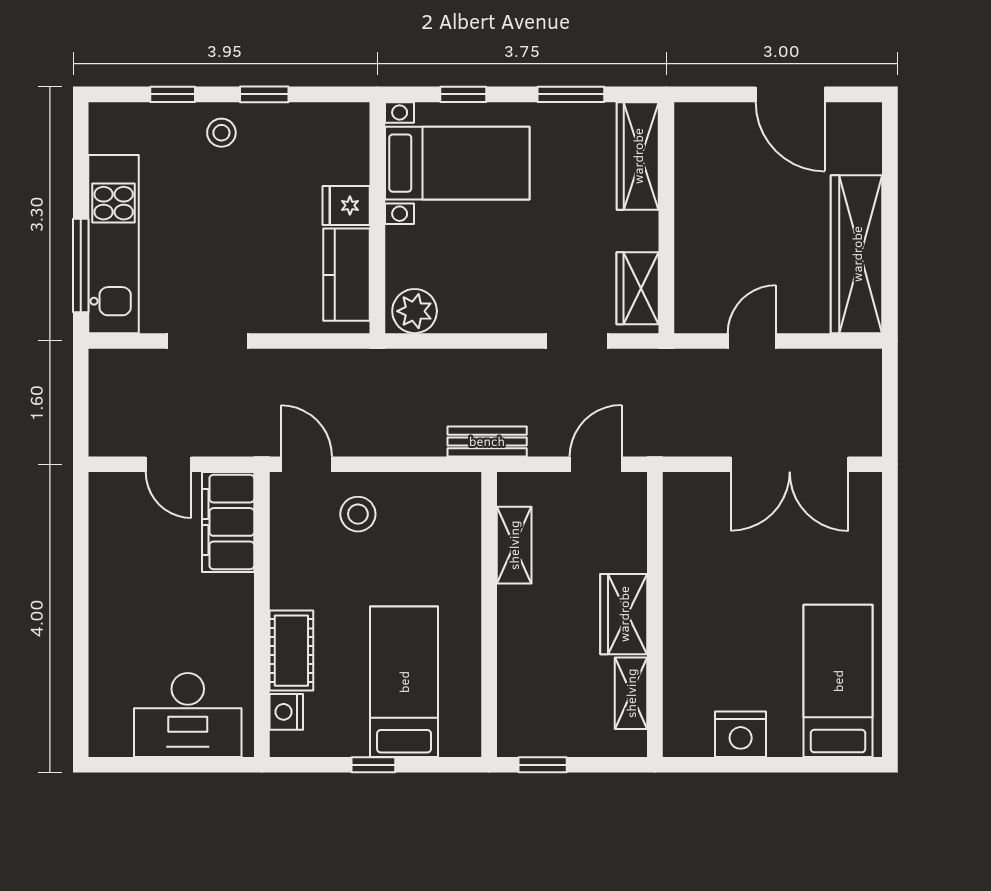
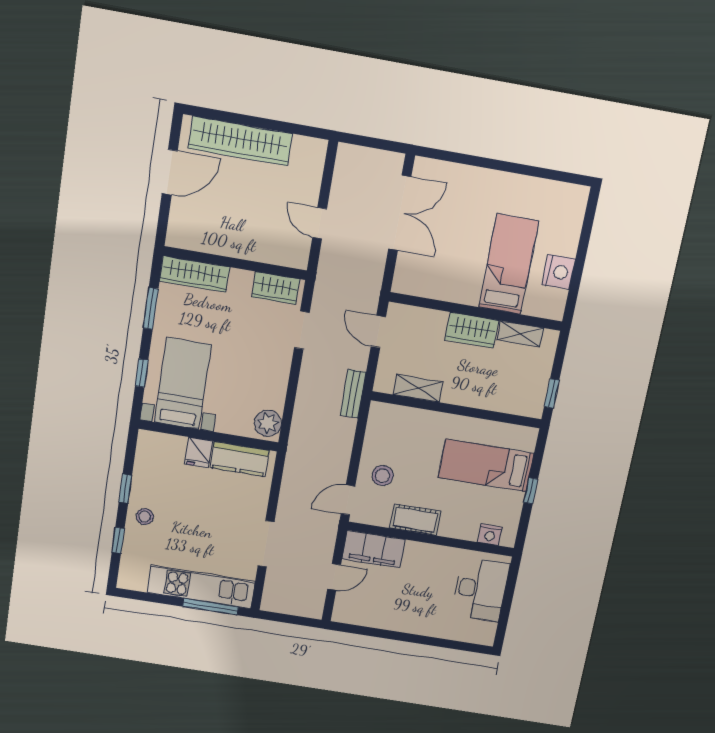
wardrobe: (857, 254) -> (240, 141), moved
cot: (291, 651) -> (415, 520), moved
bed: (838, 681) -> (508, 264), moved, turned 90

